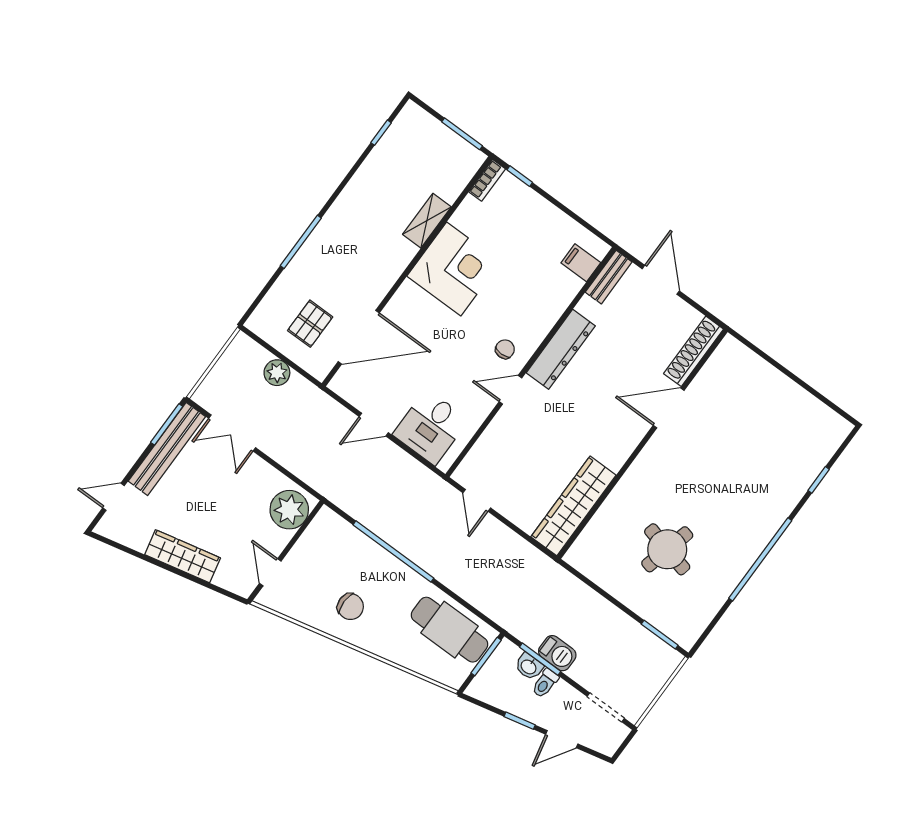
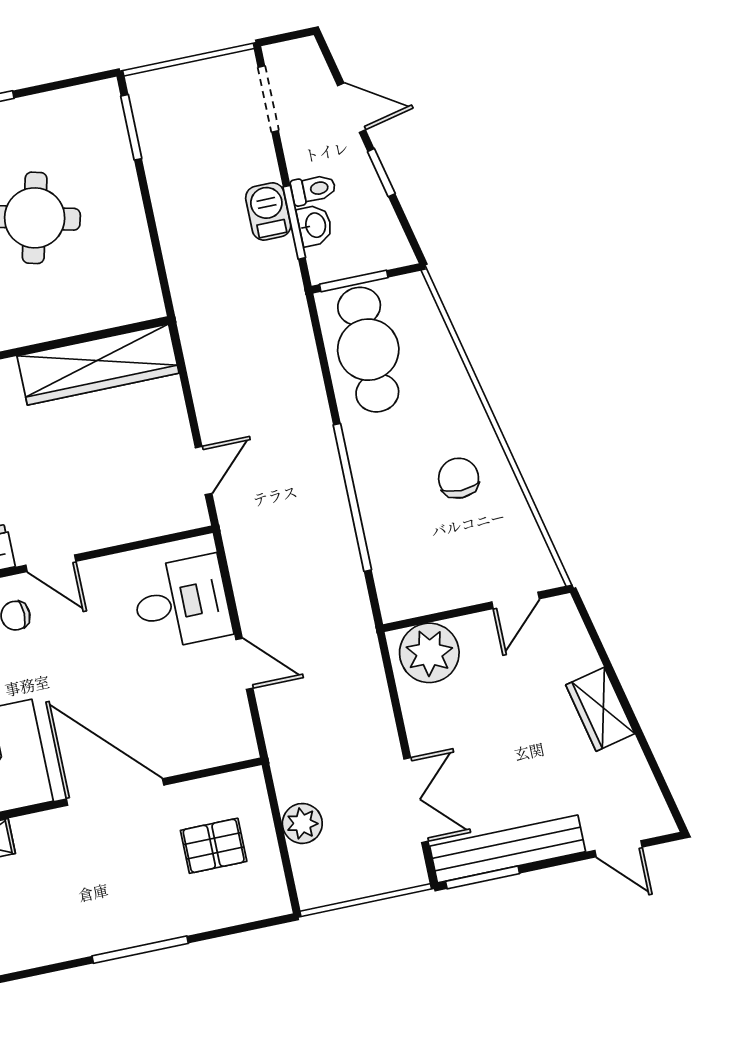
door: (359, 337) -> (115, 792), moved
wardrobe: (183, 556) -> (600, 709), width x0.67

